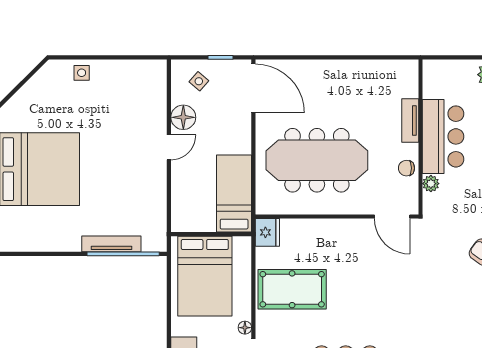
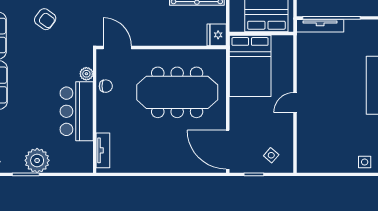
floor lamp: (183, 117) -> (284, 127), removed
tv unit: (410, 120) -> (103, 150), moved
bed: (234, 194) -> (250, 66), width x1.50
tv unit: (111, 244) -> (320, 26), moved

